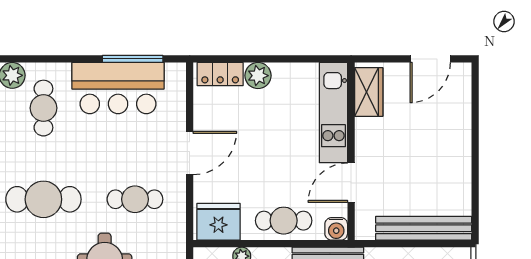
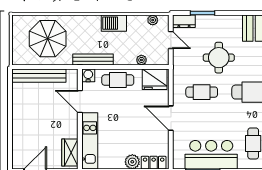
door: (190, 153) -> (171, 118), hinge flipped
door: (351, 183) -> (80, 101), swing flipped

